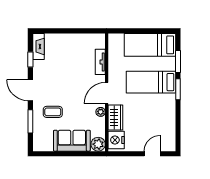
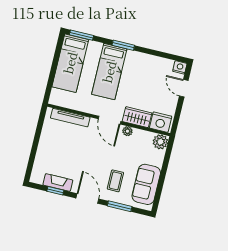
fireplace: (39, 46) -> (58, 182), moved
window: (178, 61) -> (82, 35), moved
tv unit: (100, 62) -> (70, 118), width x1.41
door: (30, 90) -> (87, 198), swing flipped
sofa: (72, 141) -> (146, 184), moved
nightstand: (170, 145) -> (180, 67), added

